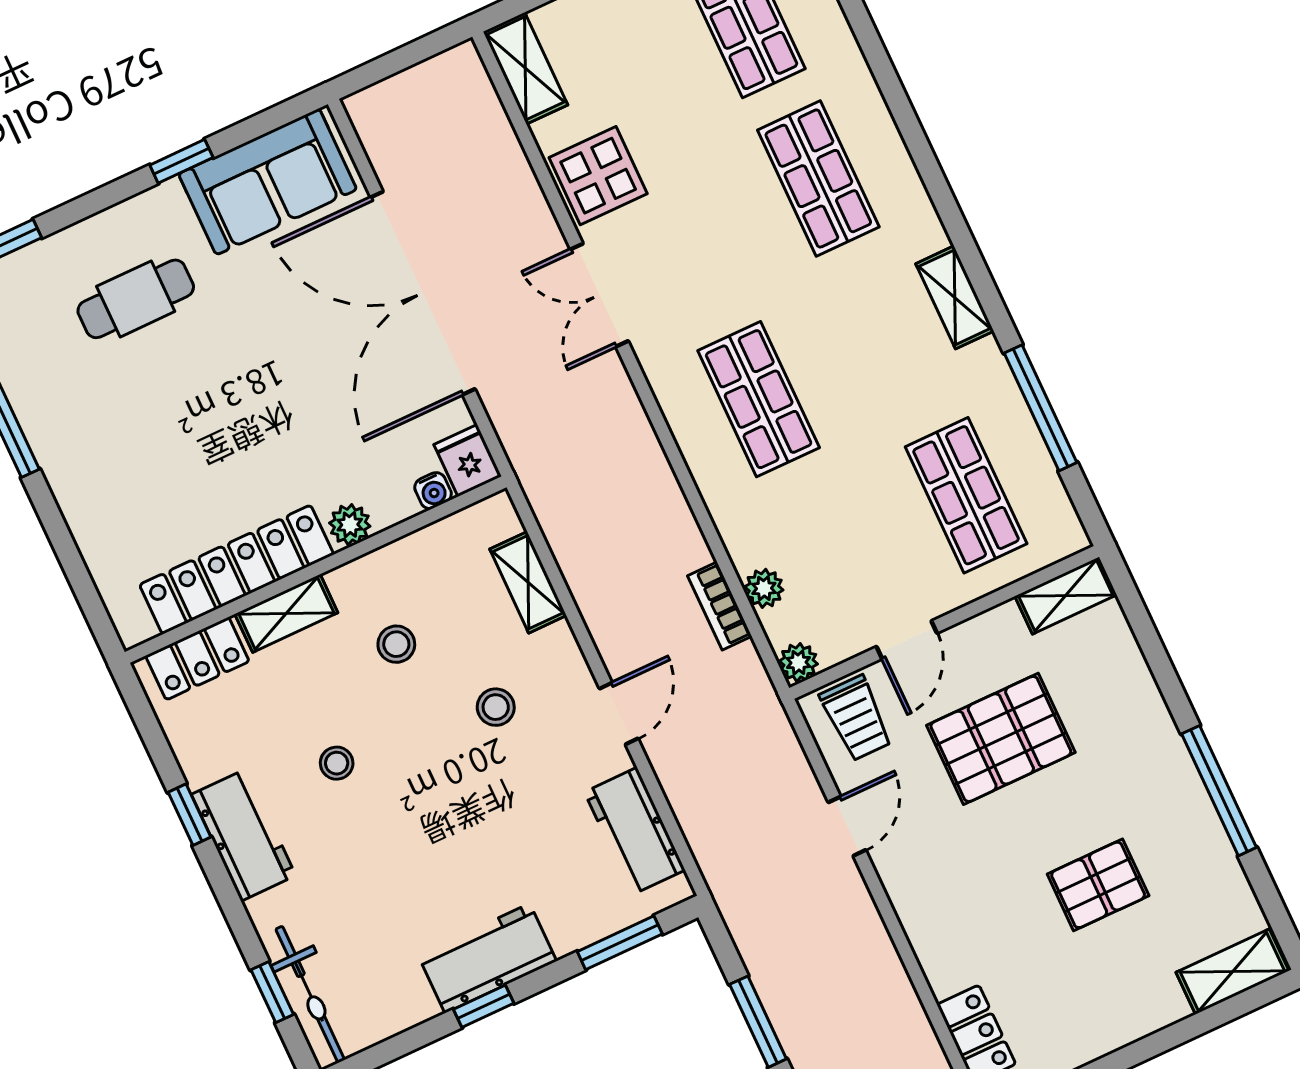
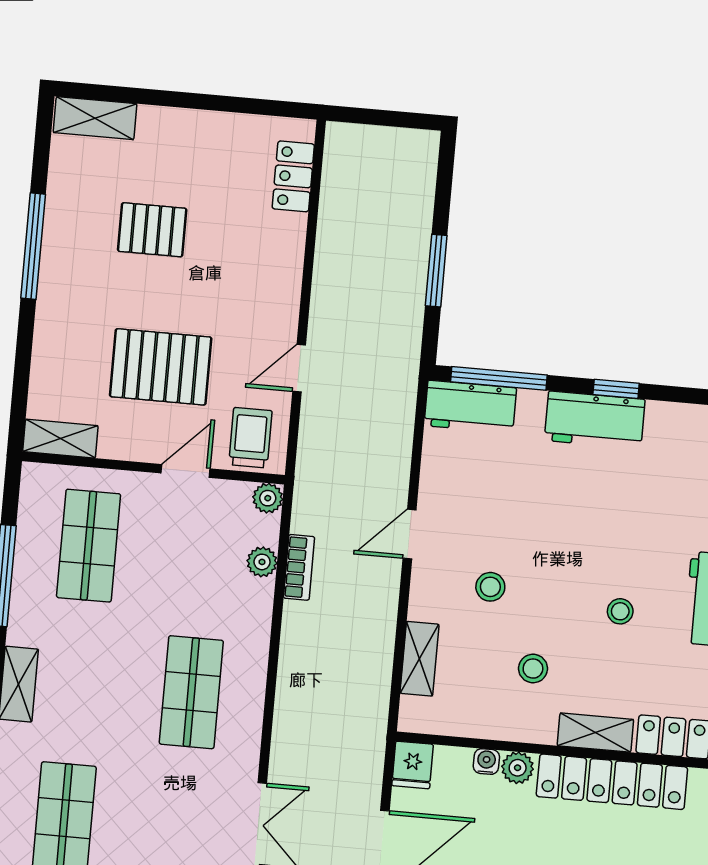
water cooler: (433, 491) -> (486, 762), moved
workbench: (635, 831) -> (470, 407), moved, turned 90
window: (620, 943) -> (499, 378), width x1.44

